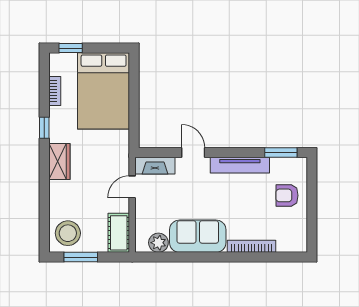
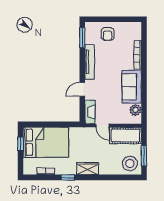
window: (71, 48) -> (20, 144), moved
cot: (119, 233) -> (125, 136), width x1.37, depth x1.34

